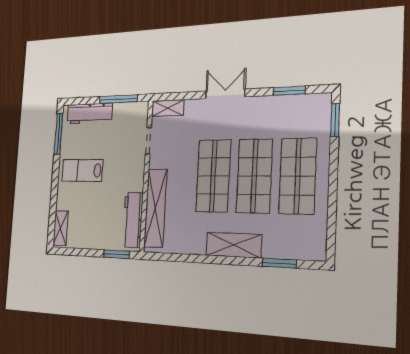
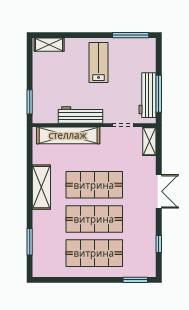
window: (289, 91) -> (159, 244), width x0.67
workbench: (90, 114) -> (148, 95), moved
workbench: (133, 220) -> (81, 115), moved
shelving: (234, 245) -> (41, 187), moved

